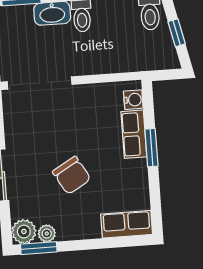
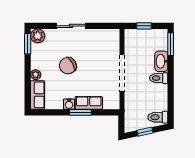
doorway: (40, 83) -> (122, 73), moved
water cooler: (133, 100) -> (69, 104), moved
plant: (47, 233) -> (36, 75), moved

